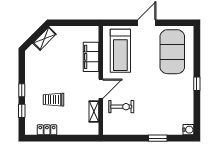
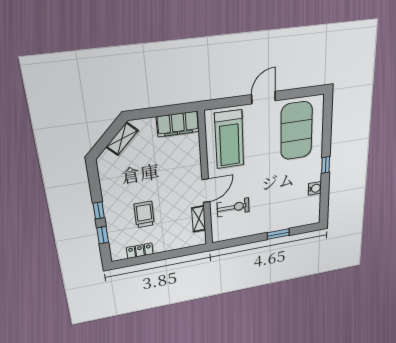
filing cabinet: (91, 57) -> (178, 124), moved, turned -90
trolley: (53, 100) -> (144, 214), turned 90
water cooler: (188, 130) -> (315, 188), moved

